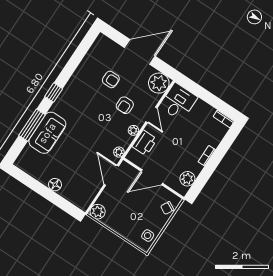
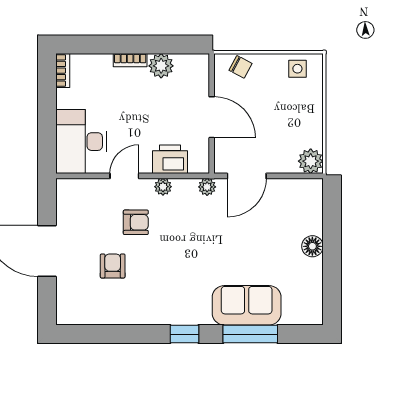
plant: (159, 83) -> (73, 195), removed
desk: (178, 102) -> (81, 142), width x1.37
plant: (187, 179) -> (161, 66), moved

